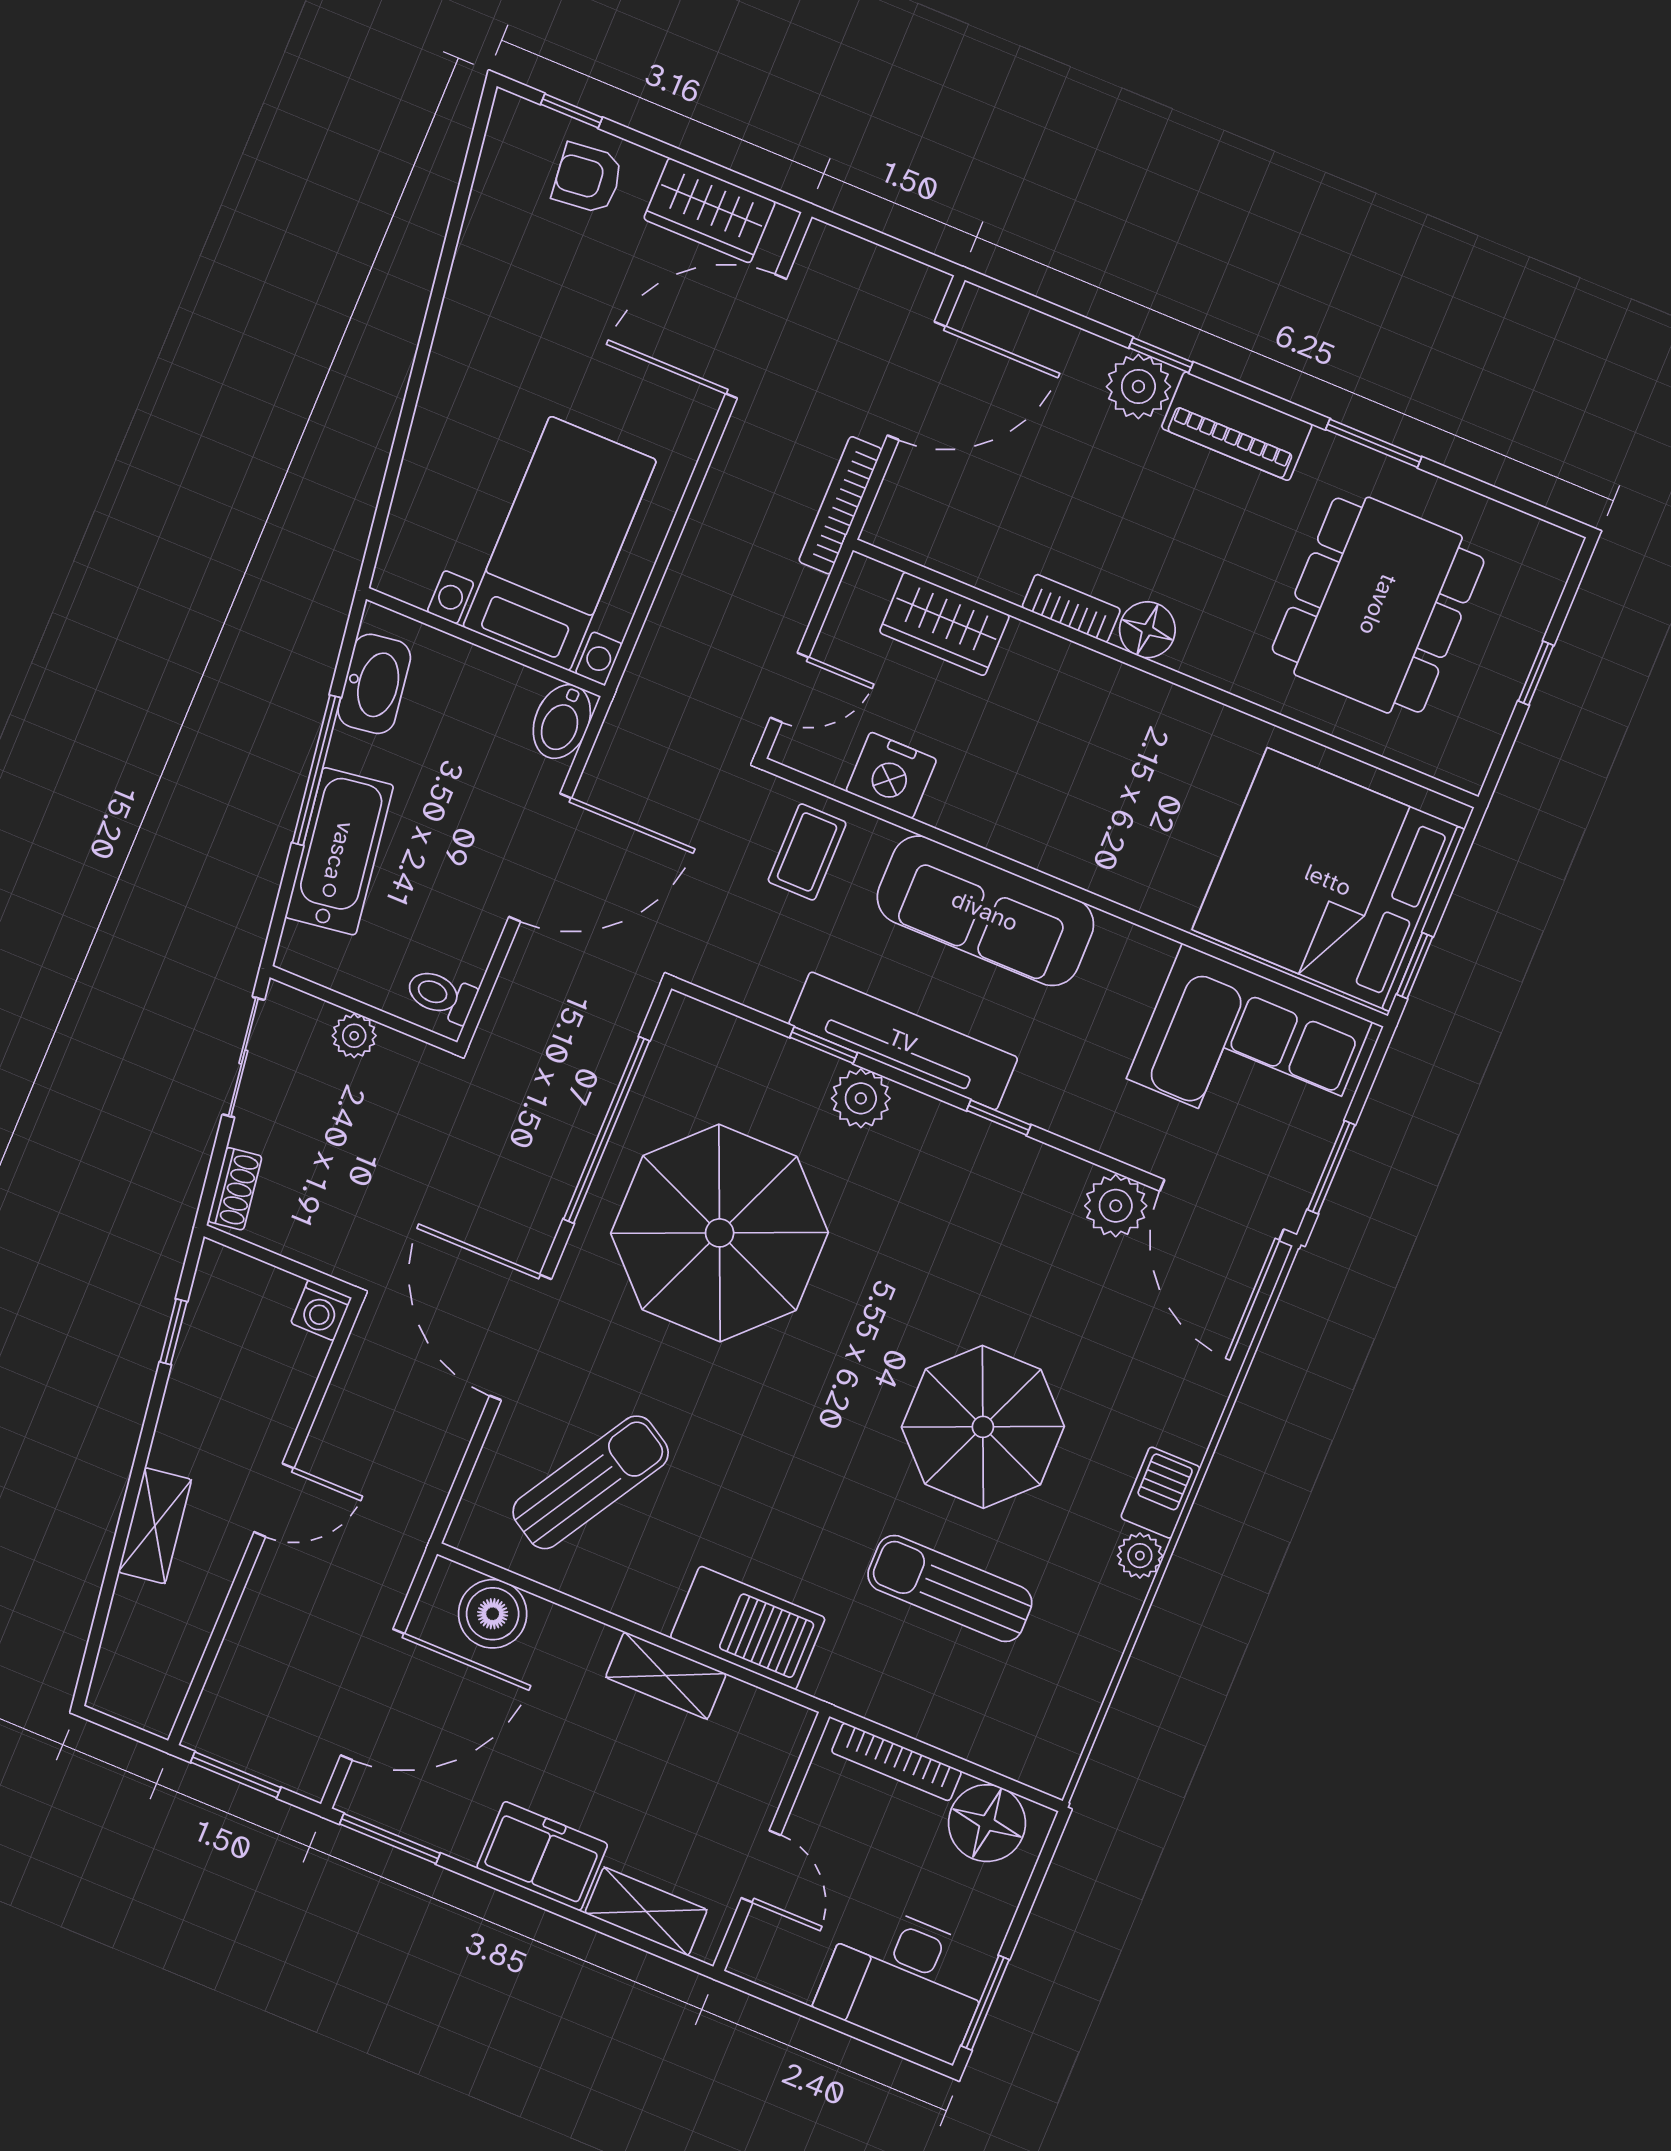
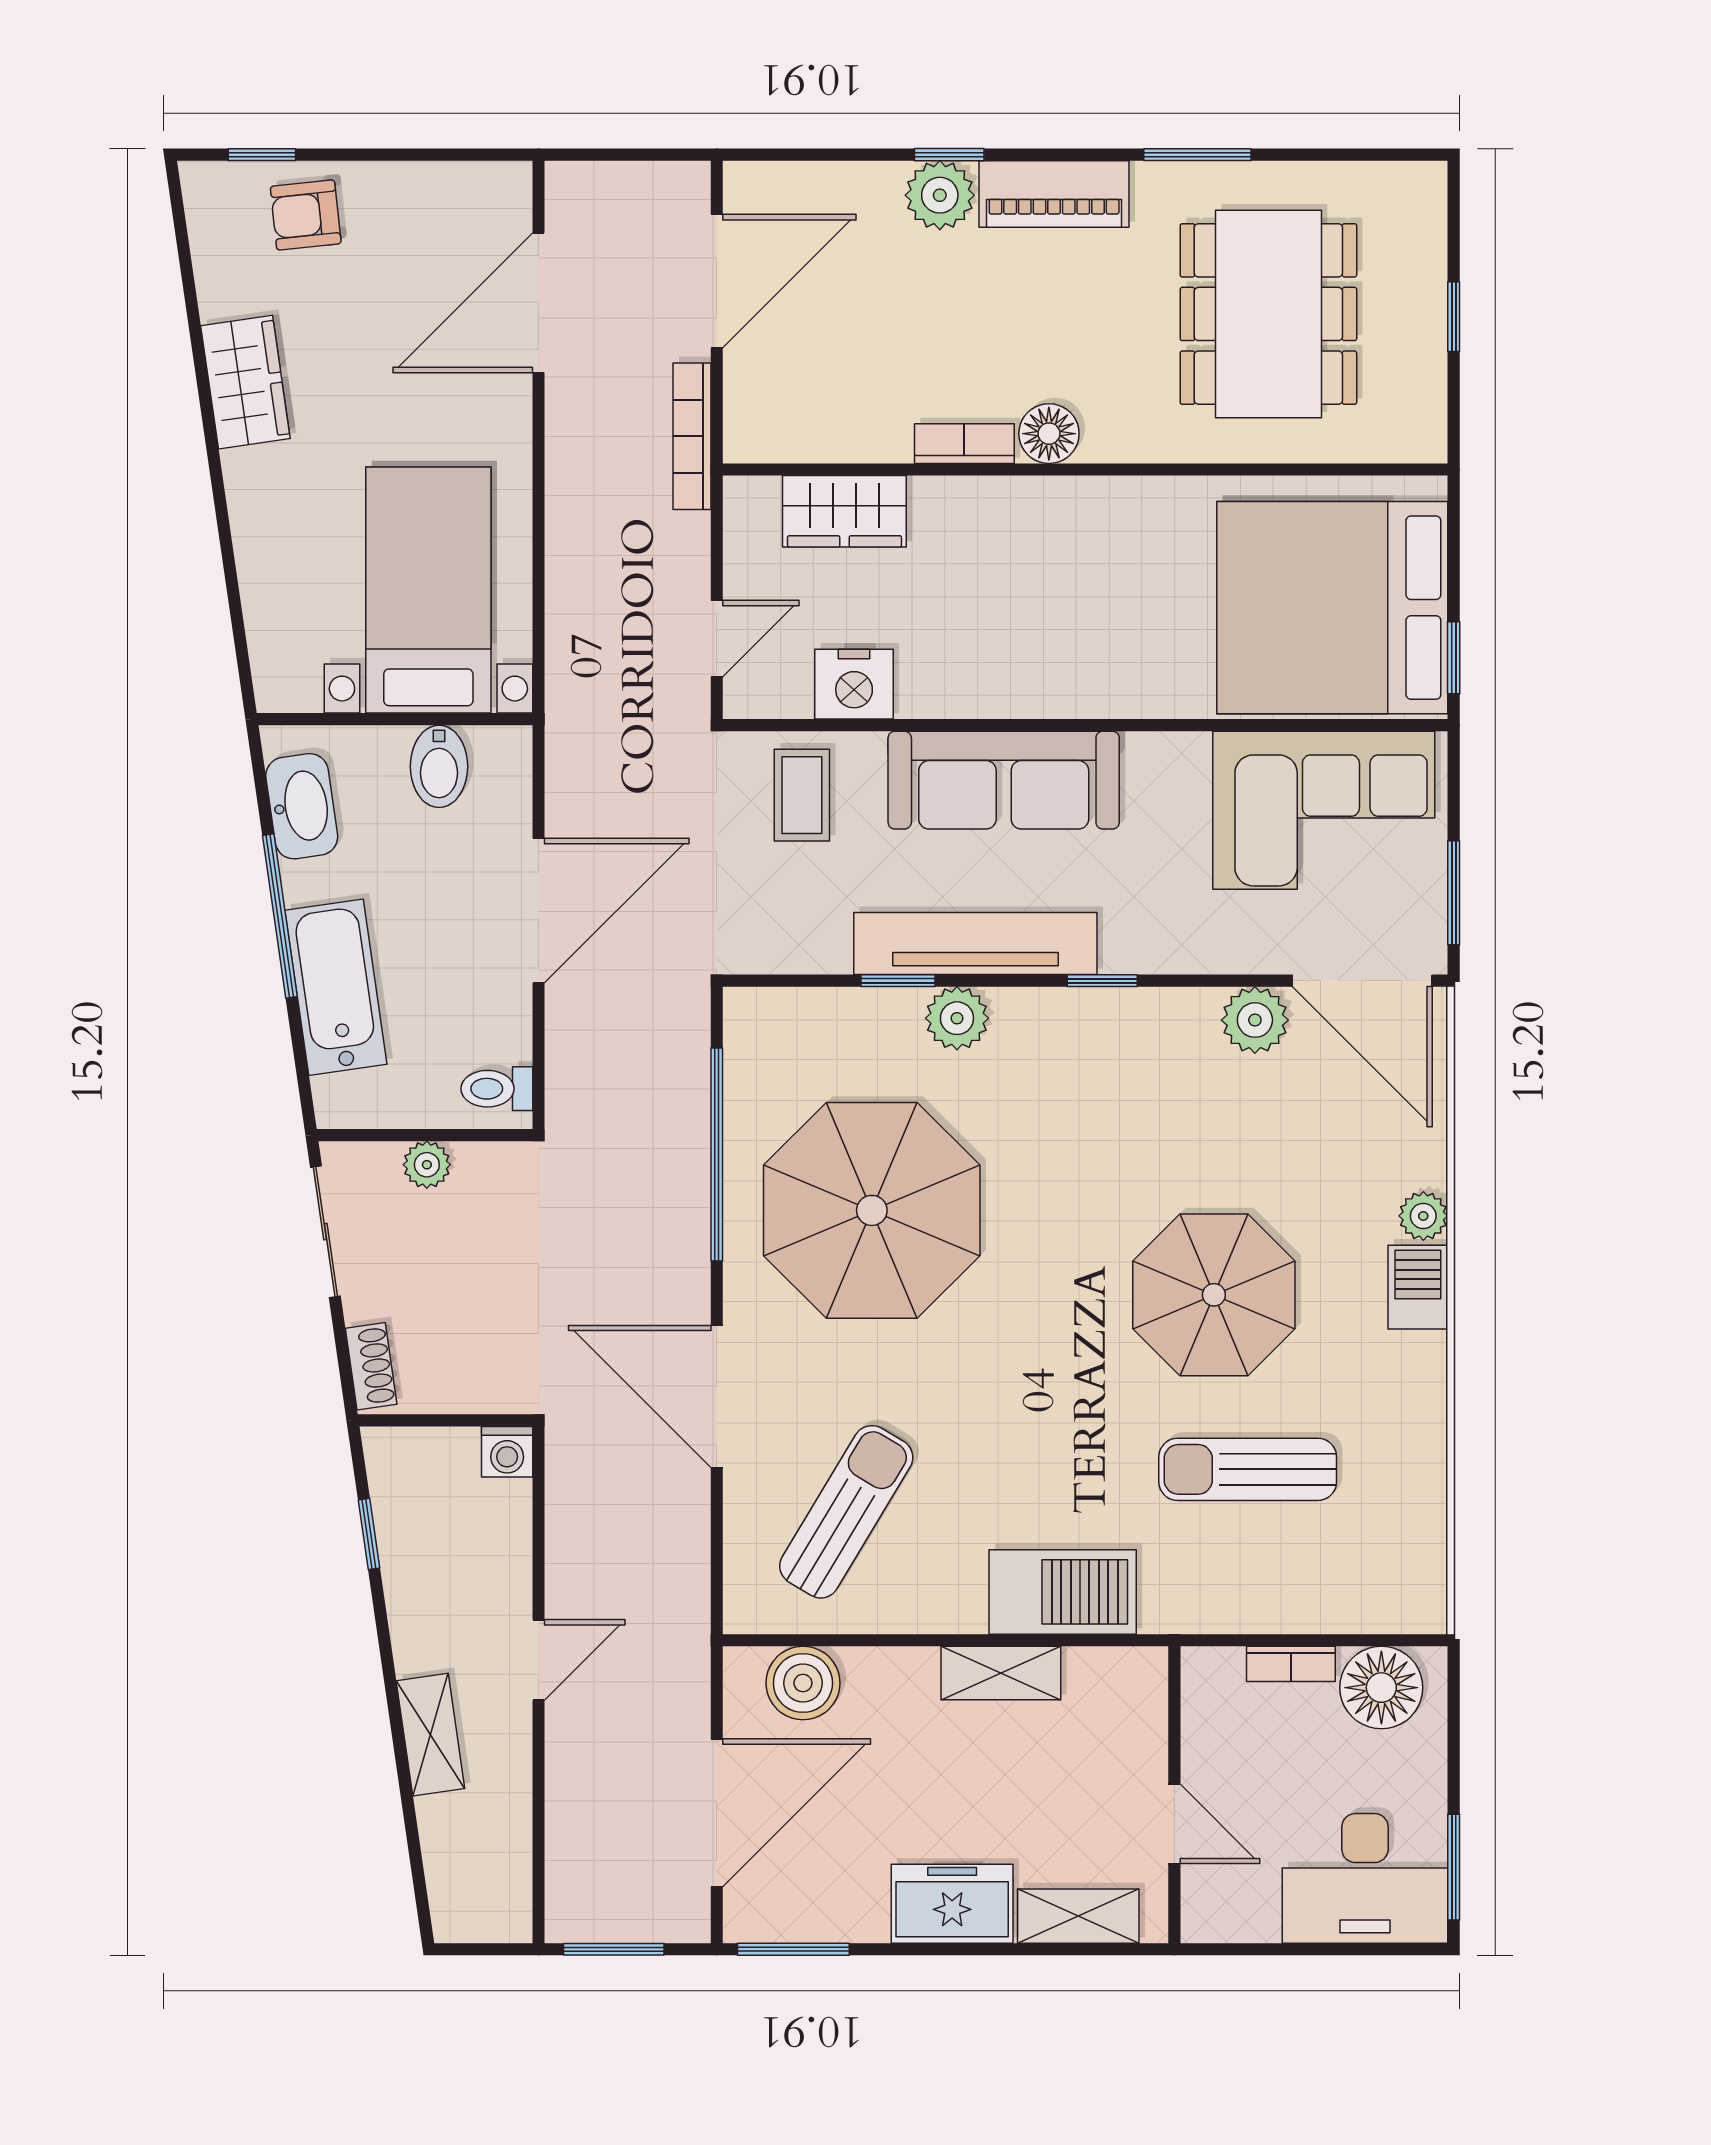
wardrobe: (710, 210) -> (245, 382), moved, turned -98
bidet: (562, 722) -> (439, 766), moved
plant: (1140, 1556) -> (1423, 1216), moved
bookcase: (896, 1762) -> (1291, 1664), width x0.64

